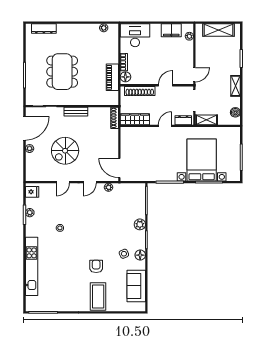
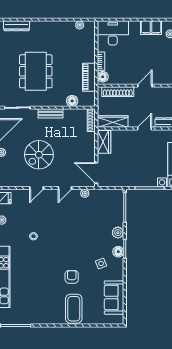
floor lamp: (97, 100) -> (72, 101), added
wardrobe: (127, 138) -> (104, 142), added
floor lamp: (140, 255) -> (118, 252), moved

